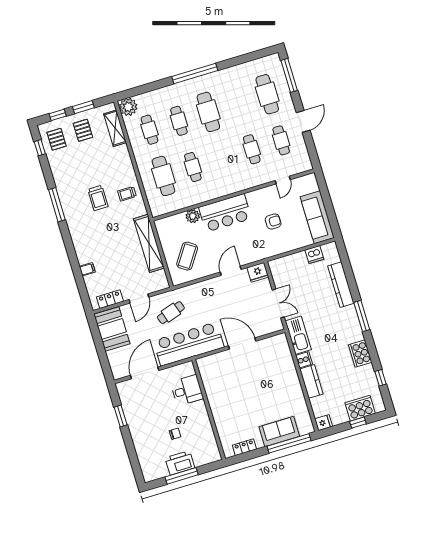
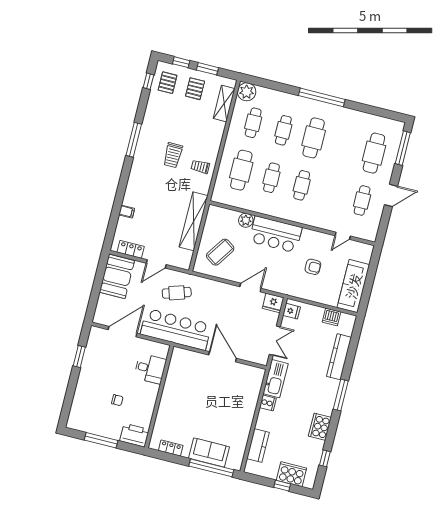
cafe table: (252, 149) -> (302, 185), moved
kitchen counter: (311, 381) -> (258, 446), moved
fridge: (324, 423) -> (291, 311), moved
printer: (180, 463) -> (134, 435), moved

